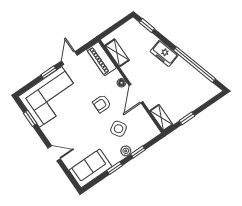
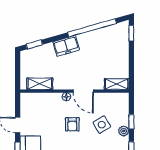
piano: (101, 59) -> (36, 100), removed
window: (187, 118) -> (131, 33), moved

